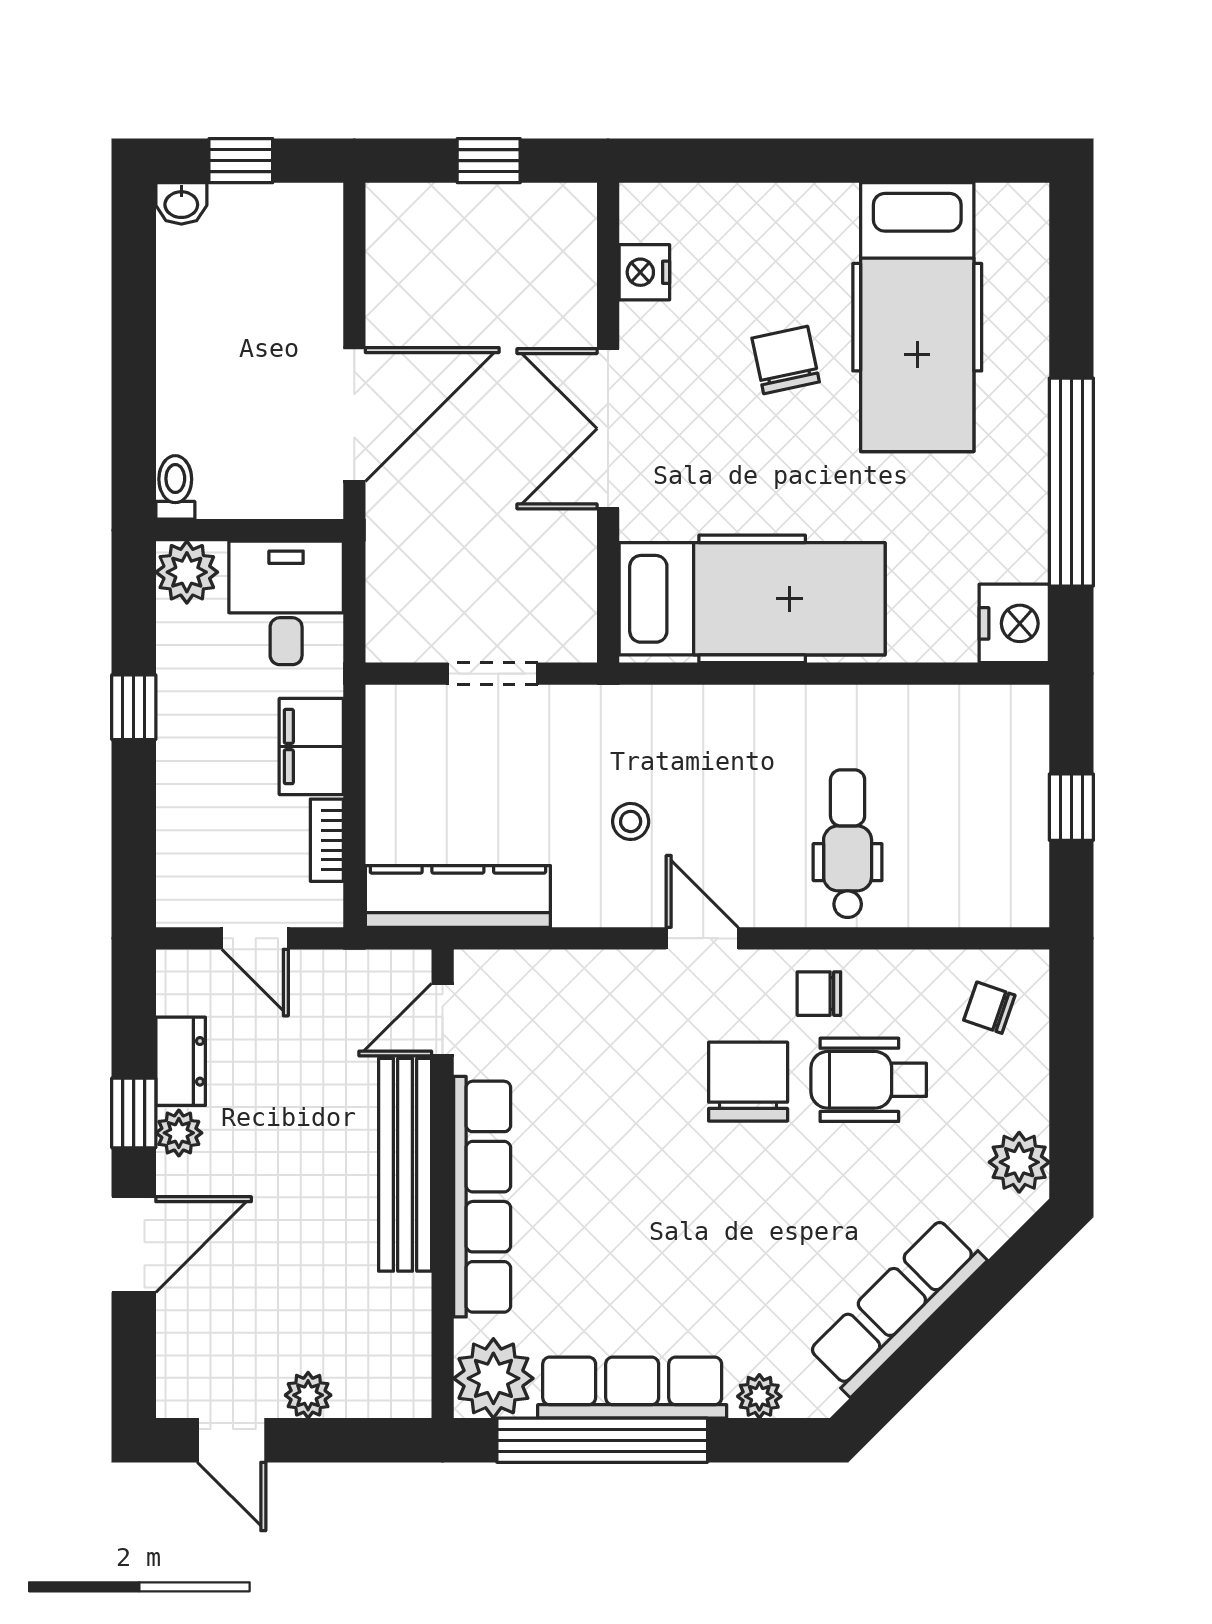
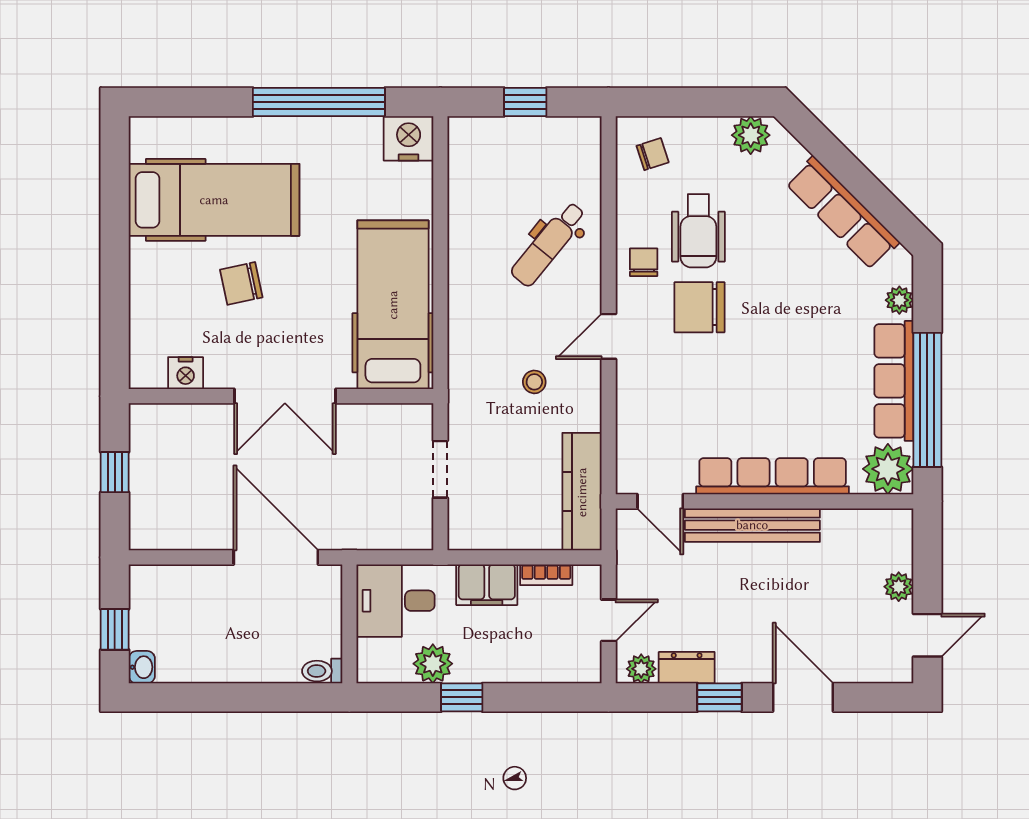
plant: (187, 572) -> (433, 664), moved
dental chair: (848, 844) -> (548, 244), turned -51
chair: (819, 994) -> (644, 262), turned 180
chair: (989, 1008) -> (653, 154), turned -127
plant: (179, 1133) -> (641, 669), moved

